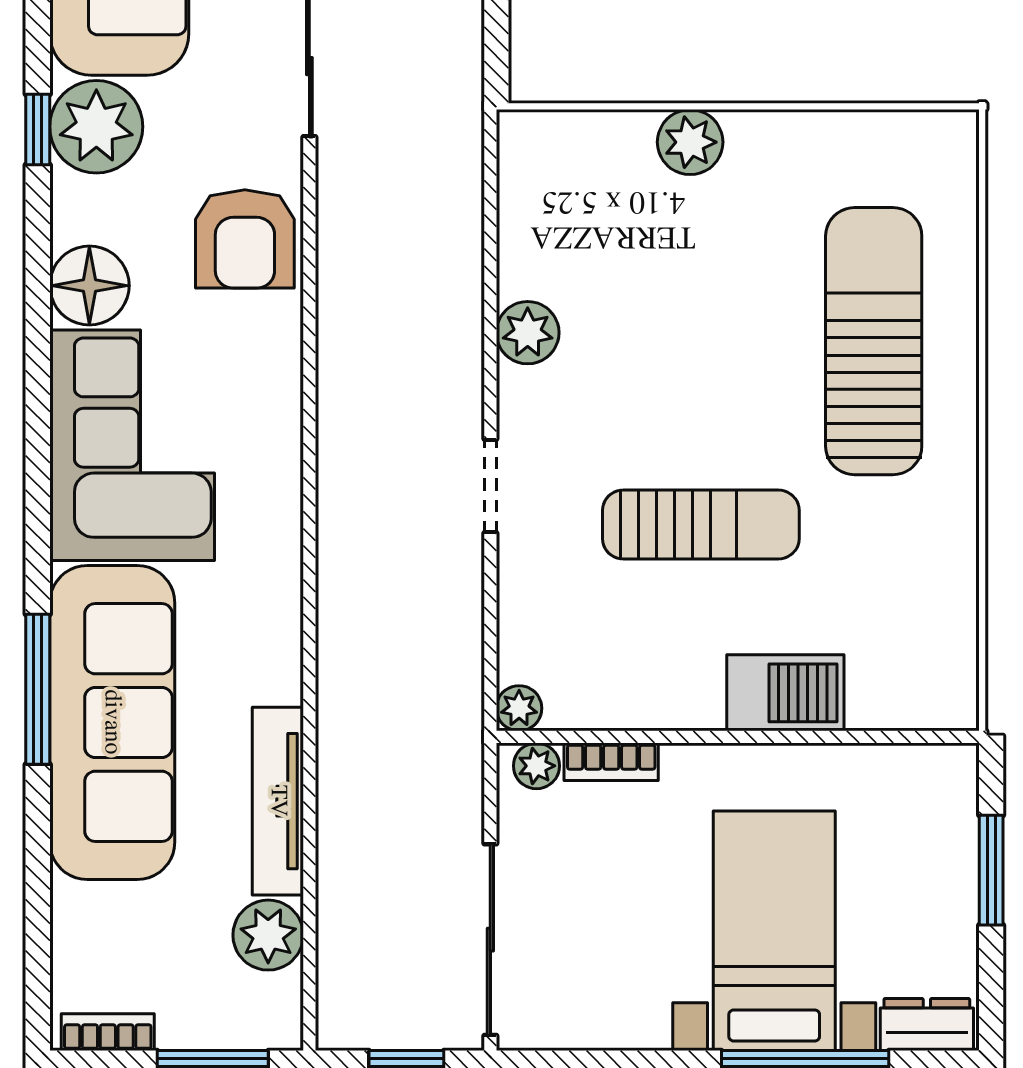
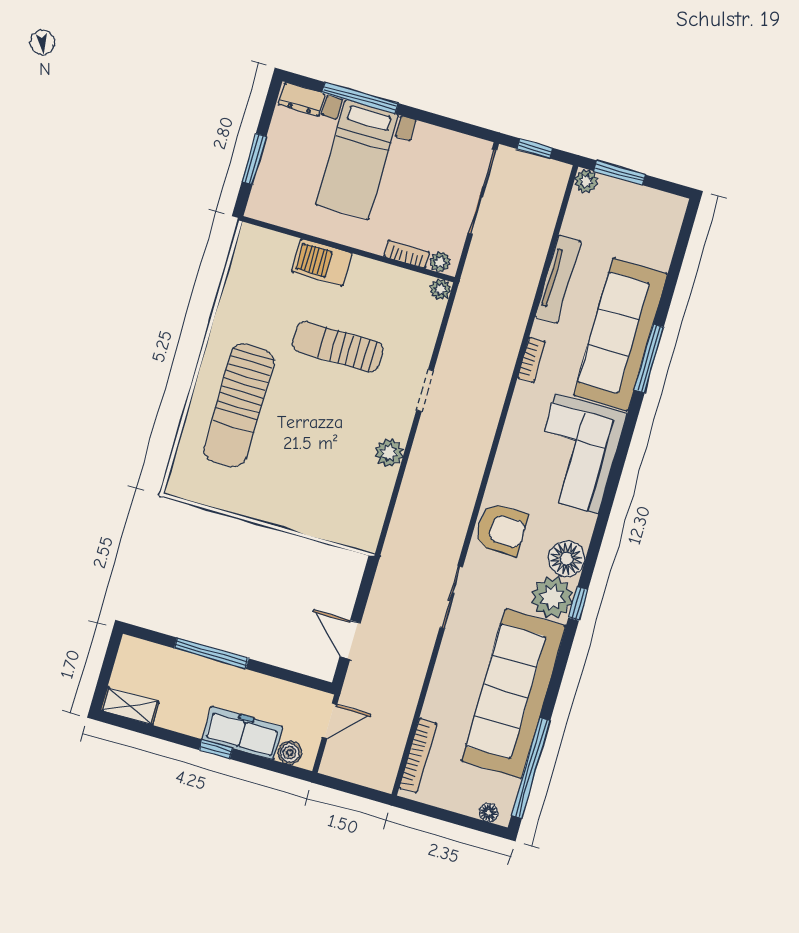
plant: (690, 142) -> (294, 516), removed
armchair: (245, 239) -> (501, 530), turned 90
floor lamp: (89, 286) -> (567, 559), moved
plant: (268, 935) -> (586, 181), moved, width x0.73, depth x0.73
bookcase: (108, 1032) -> (531, 360), moved, turned -90

